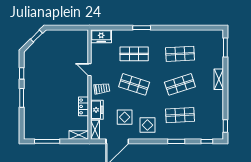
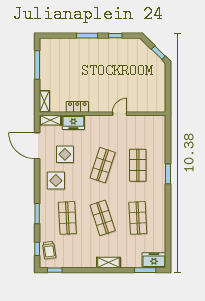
freezer: (101, 36) -> (154, 260), moved, turned 90
trolley: (102, 88) -> (49, 250), moved

